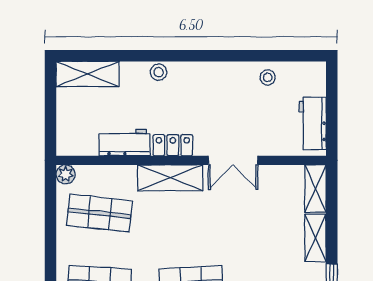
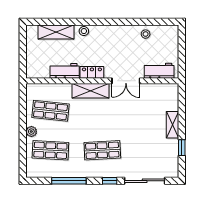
shelving: (88, 74) -> (56, 32), moved
workbench: (313, 123) -> (159, 71), moved, turned 90
plant: (66, 174) -> (31, 132), moved
shelving: (315, 189) -> (173, 97), removed

